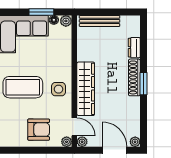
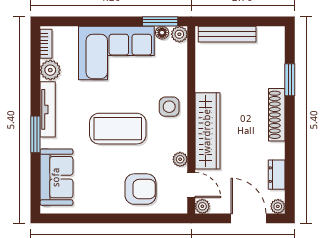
window: (41, 12) -> (160, 21), moved
dresser: (134, 48) -> (277, 175), moved
window: (143, 84) -> (290, 80), moved
side table: (59, 89) -> (169, 107), moved
plant: (67, 142) -> (180, 159), moved

